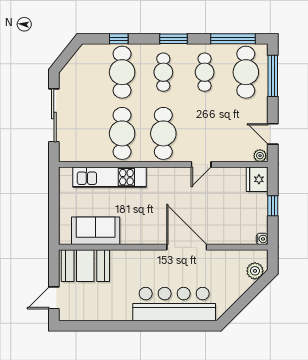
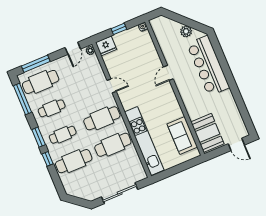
window: (119, 39) -> (48, 159), moved
kitchen unit: (110, 177) -> (144, 141), width x1.36
door: (187, 247) -> (168, 73), width x0.53
plant: (255, 271) -> (186, 31), moved

